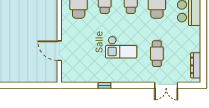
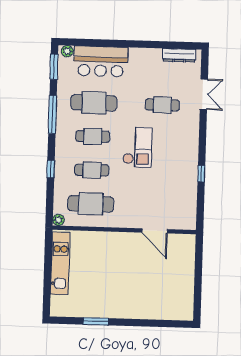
checkout: (121, 47) -> (137, 147), moved
door: (59, 51) -> (155, 231), hinge flipped

